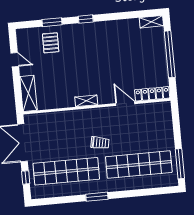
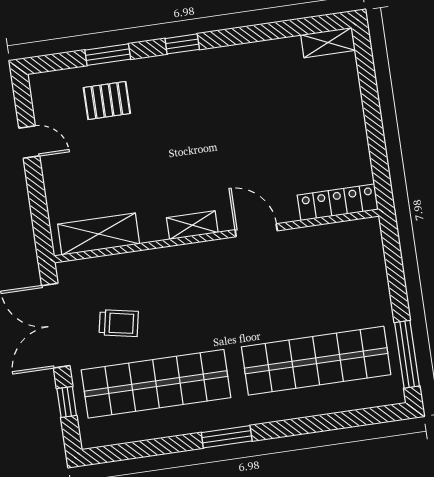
pallet: (51, 43) -> (107, 101), turned 90
window: (170, 54) -> (372, 113), removed
shelving: (28, 93) -> (99, 234), moved, turned 90
door: (125, 104) -> (256, 230), moved
trolley: (100, 143) -> (119, 323), moved

